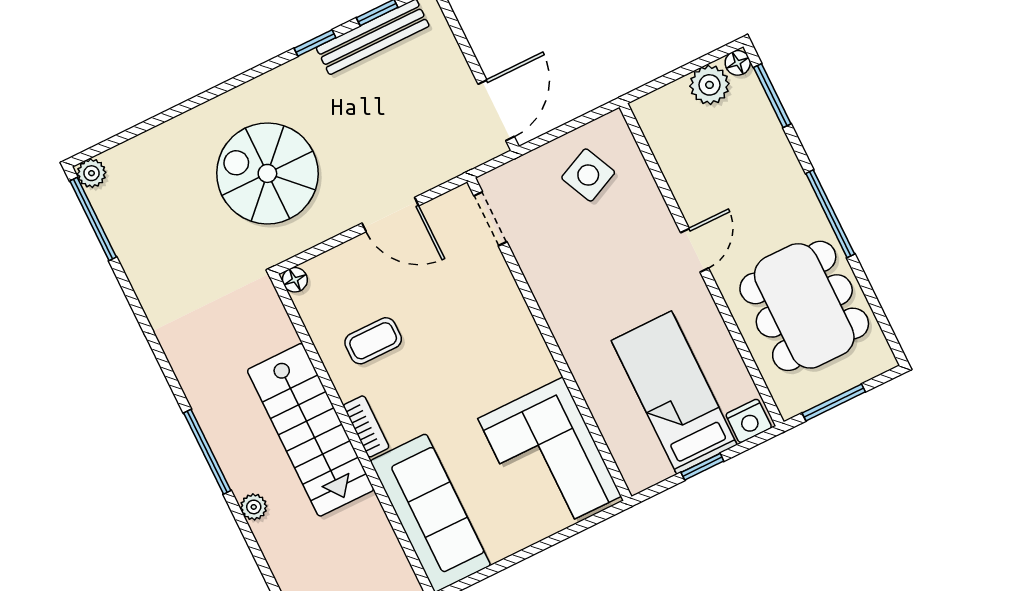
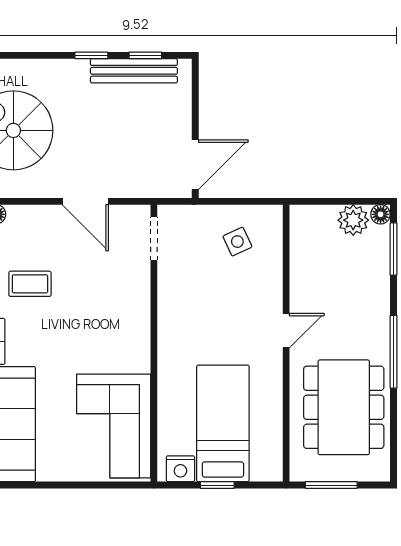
side table: (588, 175) -> (237, 242), width x0.73, depth x0.73
nightstand: (749, 421) -> (180, 469), moved

